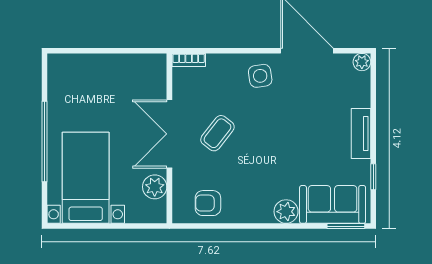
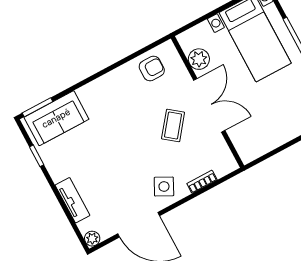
bookcase: (189, 60) -> (202, 182), moved
side table: (260, 76) -> (164, 187), turned 36
tv unit: (361, 133) -> (72, 200), moved
plant: (286, 212) -> (89, 94), removed

